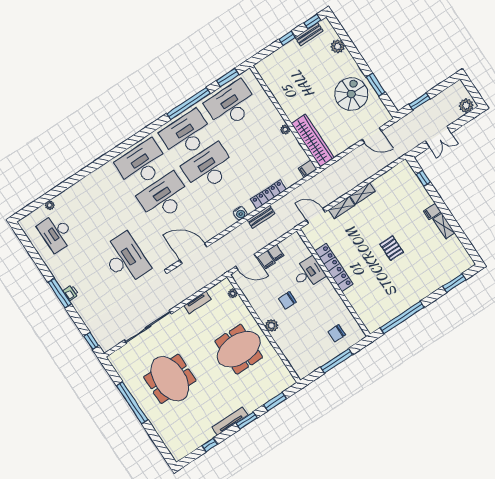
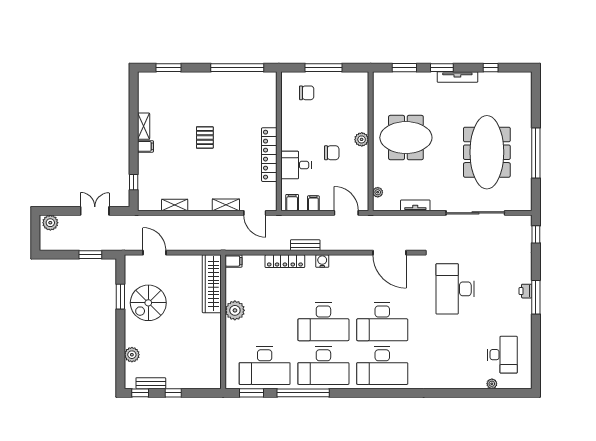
plant: (285, 130) -> (235, 310), width x1.88, depth x1.88
shelving: (362, 193) -> (175, 205), moved
filing cabinet: (266, 260) -> (292, 203), moved
meeting table: (170, 379) -> (487, 152), width x1.36

